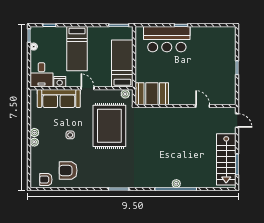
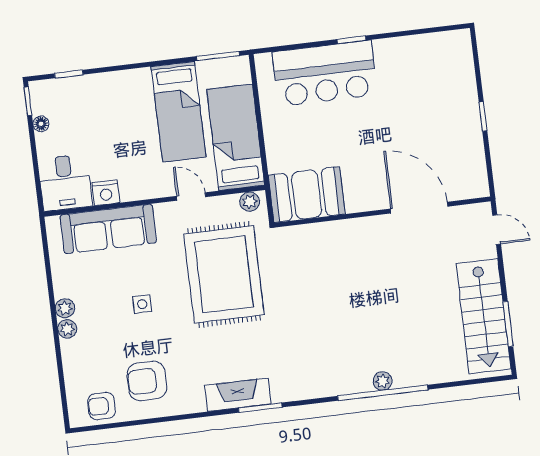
bed: (77, 49) -> (178, 112), moved
door: (87, 88) -> (191, 197), moved
door: (203, 106) -> (419, 208), width x1.87
fireplace: (109, 182) -> (238, 395), added

